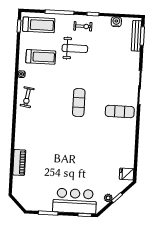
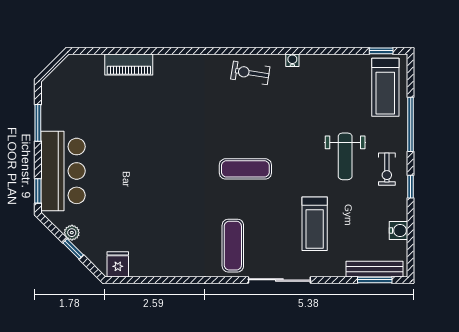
treadmill: (41, 57) -> (315, 224), moved

